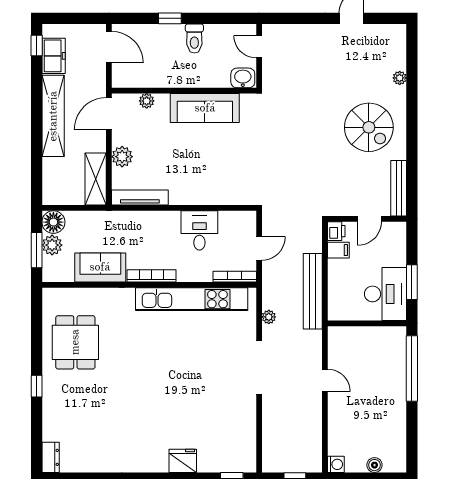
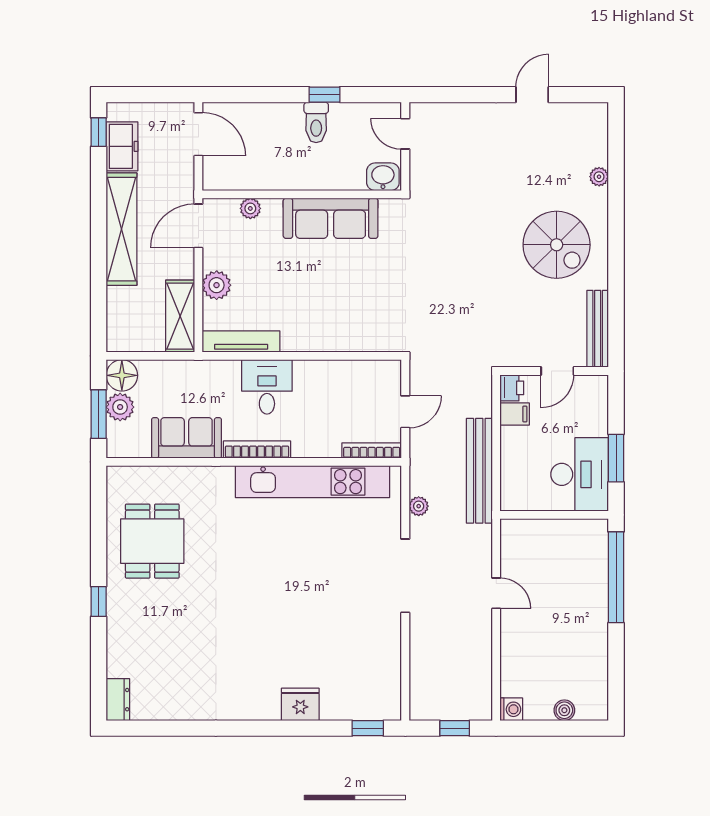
window: (170, 18) -> (325, 95), moved
desk: (199, 230) -> (267, 387), moved

